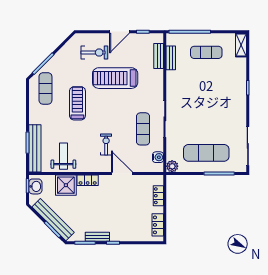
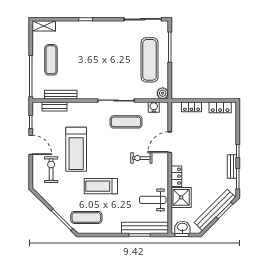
bench: (171, 58) -> (61, 95), width x1.36

